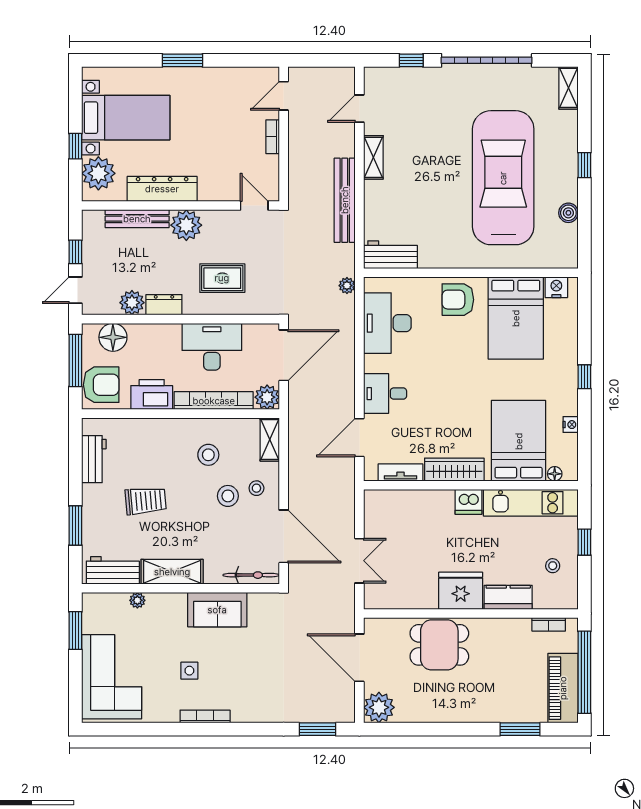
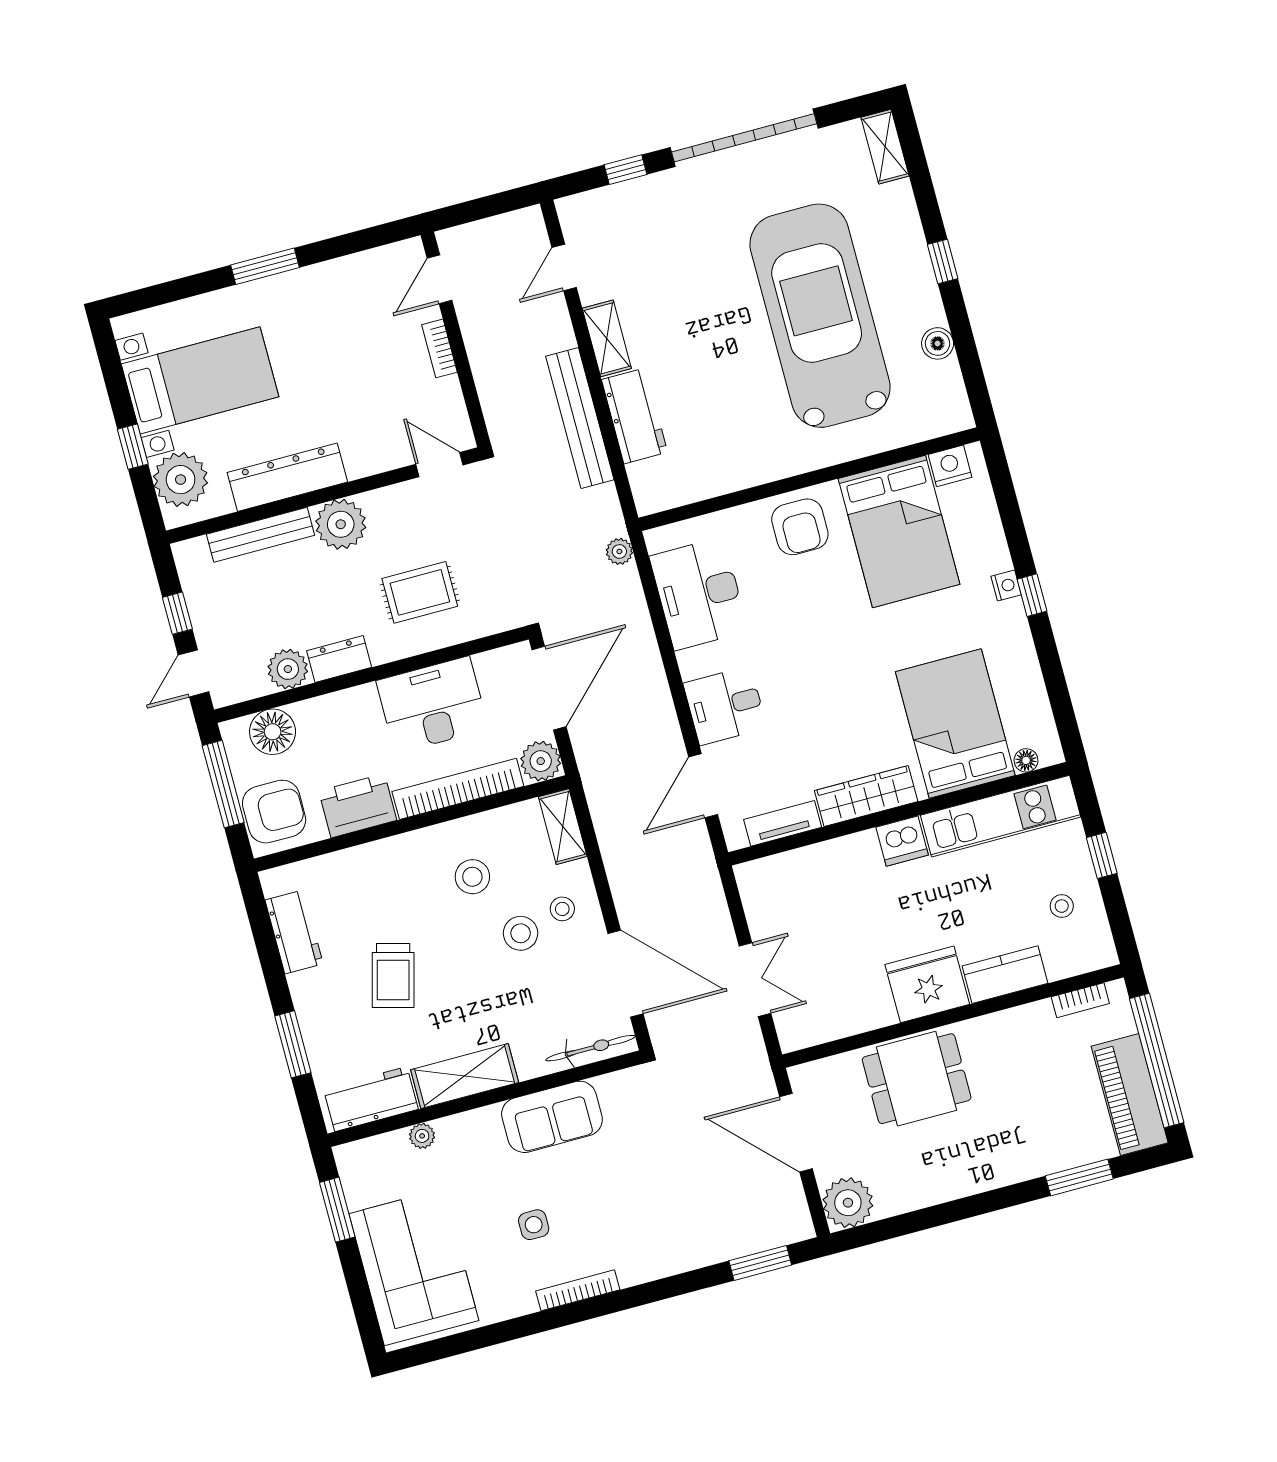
workbench: (390, 255) -> (634, 416), moved, turned 90
armchair: (458, 300) -> (800, 527), turned -90
nightstand: (571, 425) -> (1006, 586), moved
trolley: (146, 501) -> (393, 976), turned 110

